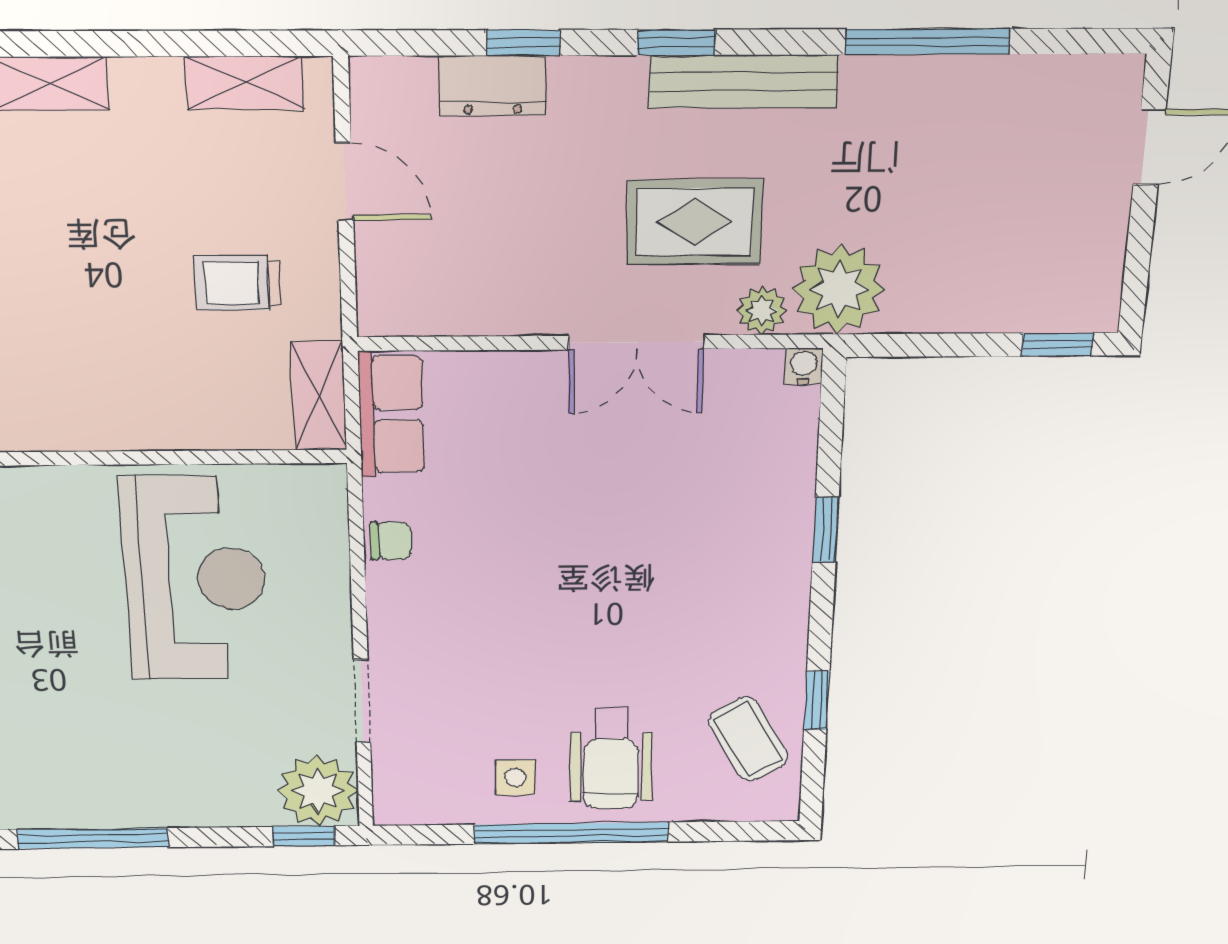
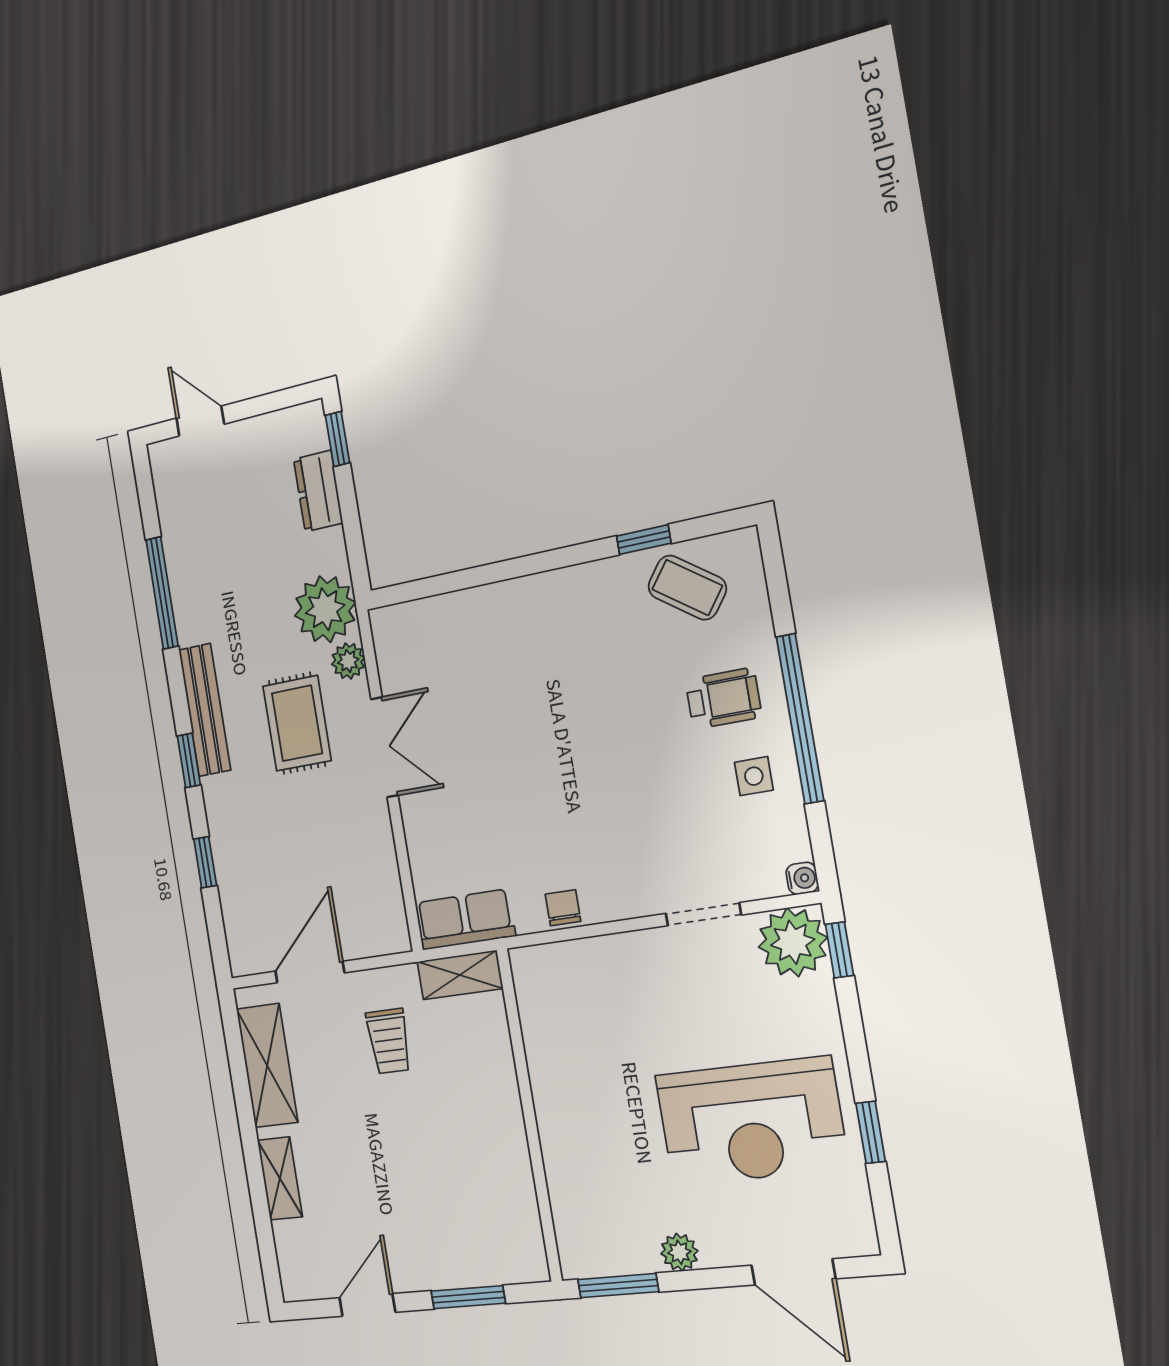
shelving: (244, 83) -> (267, 1066), width x1.50, depth x1.33
dresser: (492, 86) -> (318, 491), moved, turned 180
door: (345, 182) -> (310, 972), width x1.38
water cooler: (804, 366) -> (802, 878), moved, turned 180
window: (826, 530) -> (501, 571), removed
reception desk: (195, 579) -> (751, 1121), moved, turned 180
coffee table: (748, 739) -> (687, 588), turned 66
wheelchair: (611, 759) -> (723, 698), width x0.73, depth x0.73
window: (93, 838) -> (871, 1132), width x0.46

